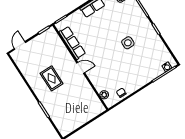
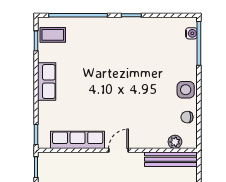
side table: (128, 43) -> (186, 90), moved
bench: (94, 99) -> (171, 159), added

